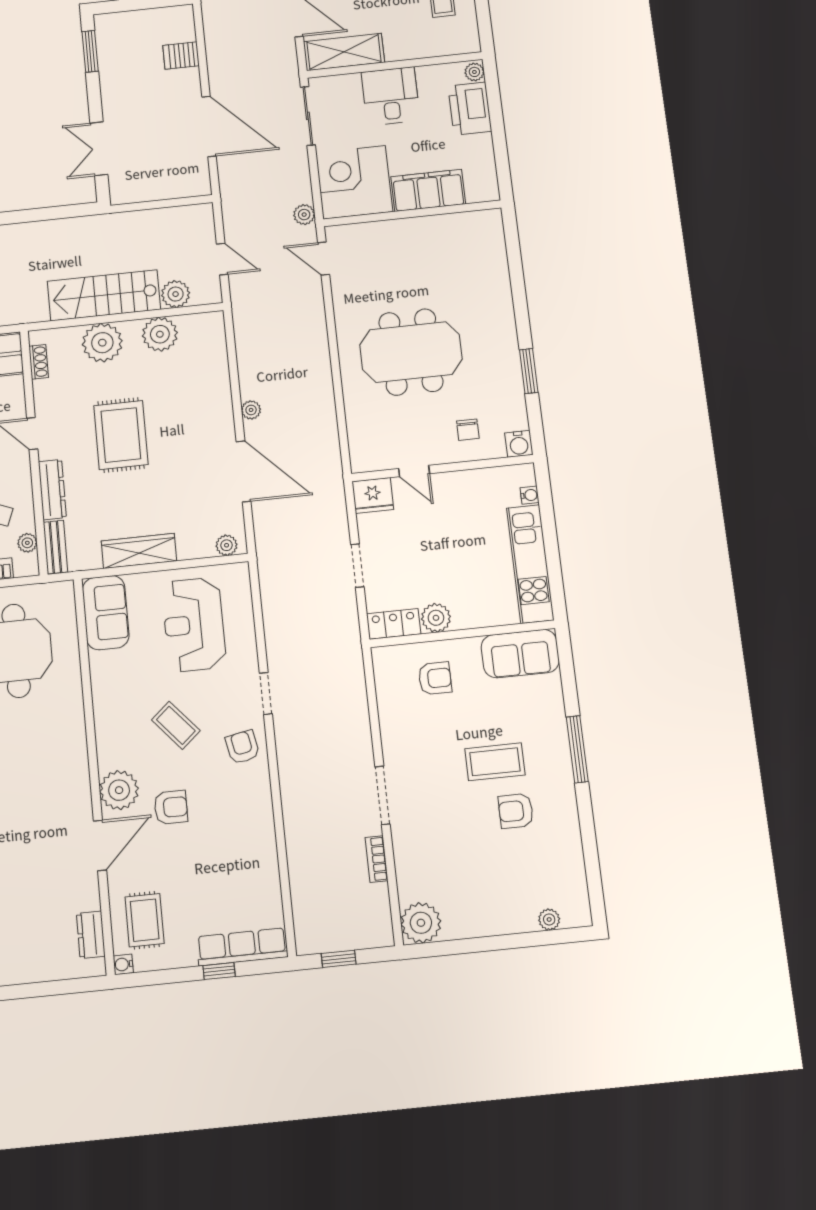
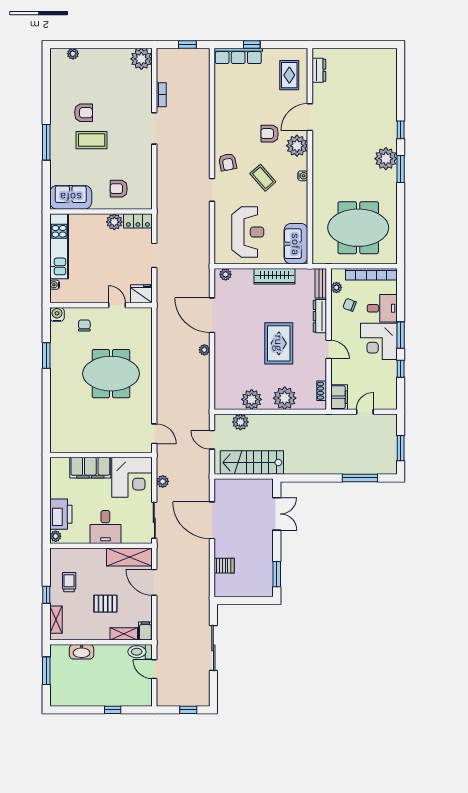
plant: (304, 215) -> (163, 481), moved
stairs: (104, 295) -> (252, 462), moved, turned 180
water cooler: (123, 964) -> (303, 176), moved

